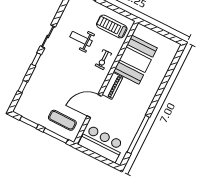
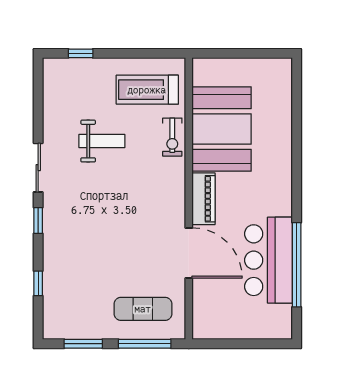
weight bench: (81, 39) -> (102, 141), turned 180
exercise bike: (103, 60) -> (172, 137), moved
door: (94, 106) -> (189, 253), swing flipped
bar counter: (102, 144) -> (268, 260), moved, turned -90

